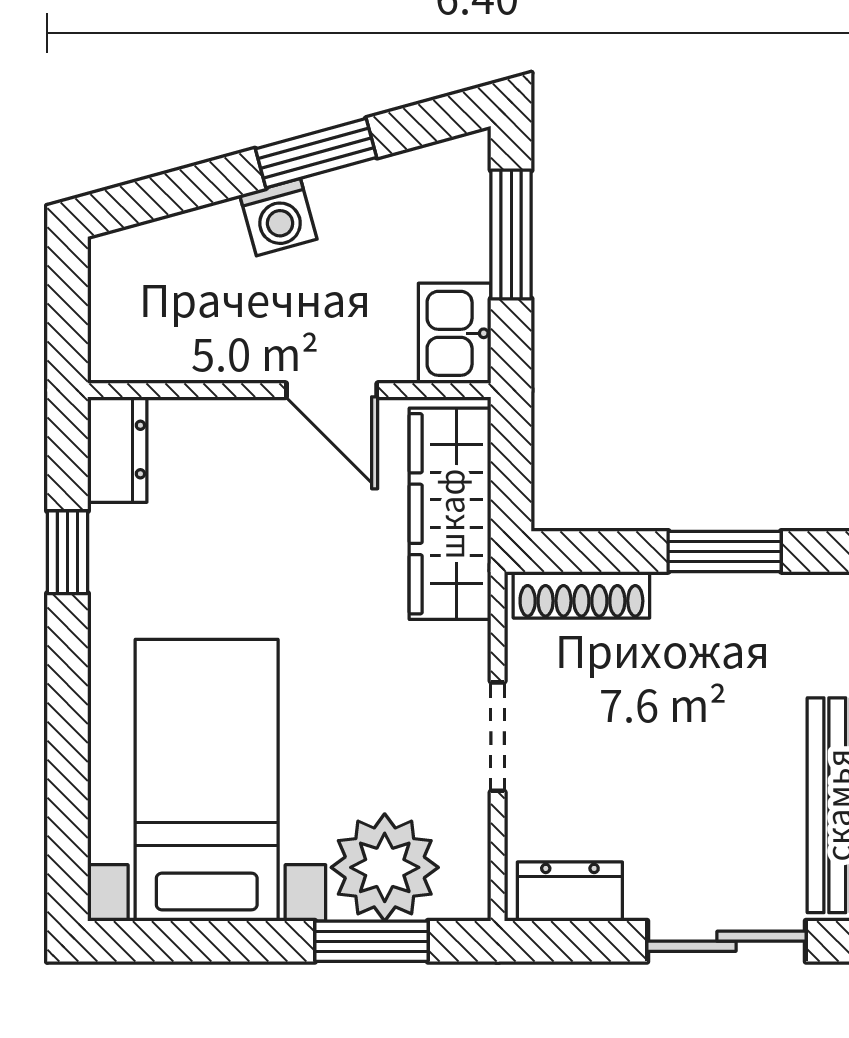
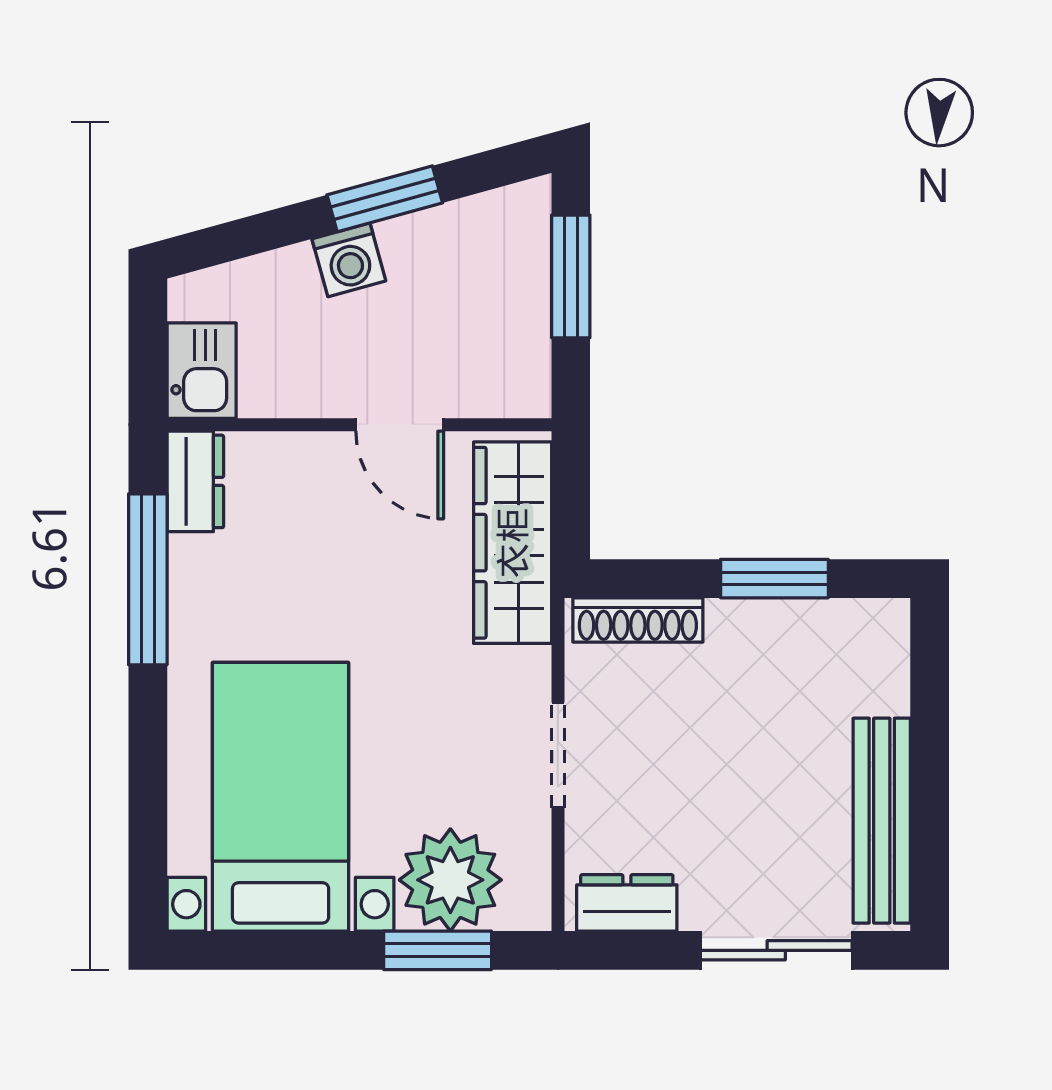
kitchen sink: (455, 333) -> (202, 371), moved, turned 180
window: (67, 552) -> (148, 579), width x2.17

